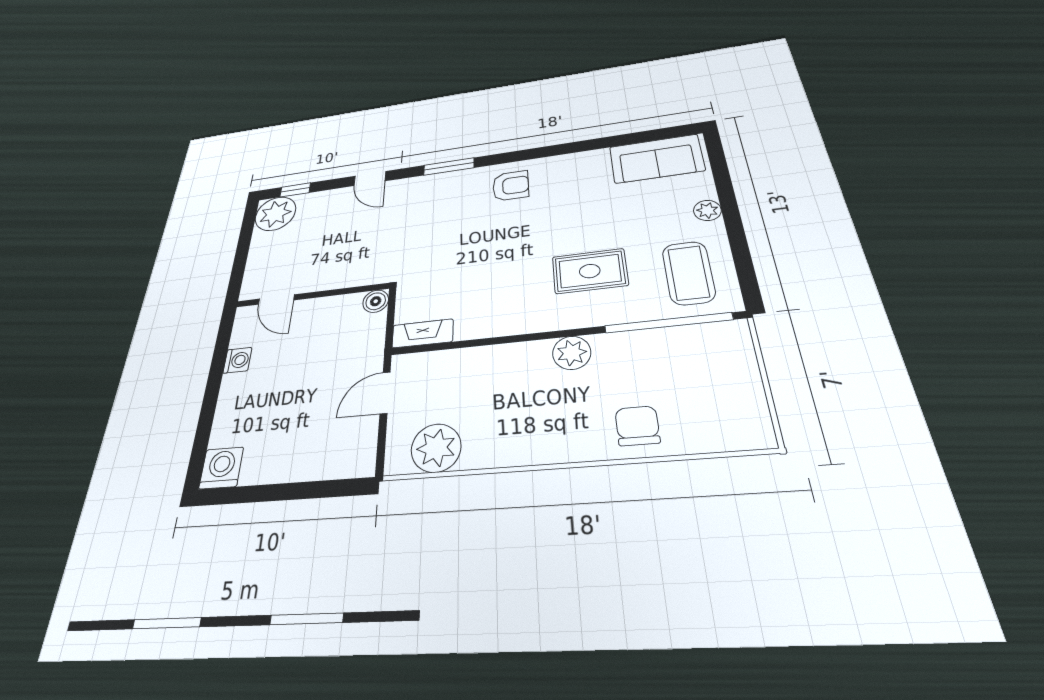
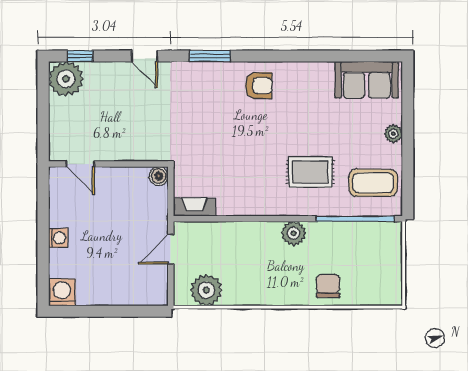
coffee table: (688, 273) -> (373, 183), turned 90
washing machine: (238, 360) -> (58, 238), moved

